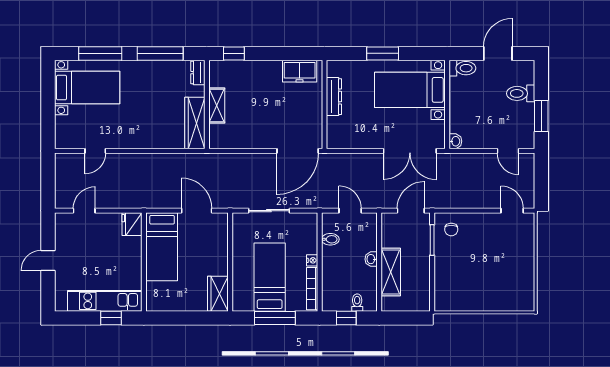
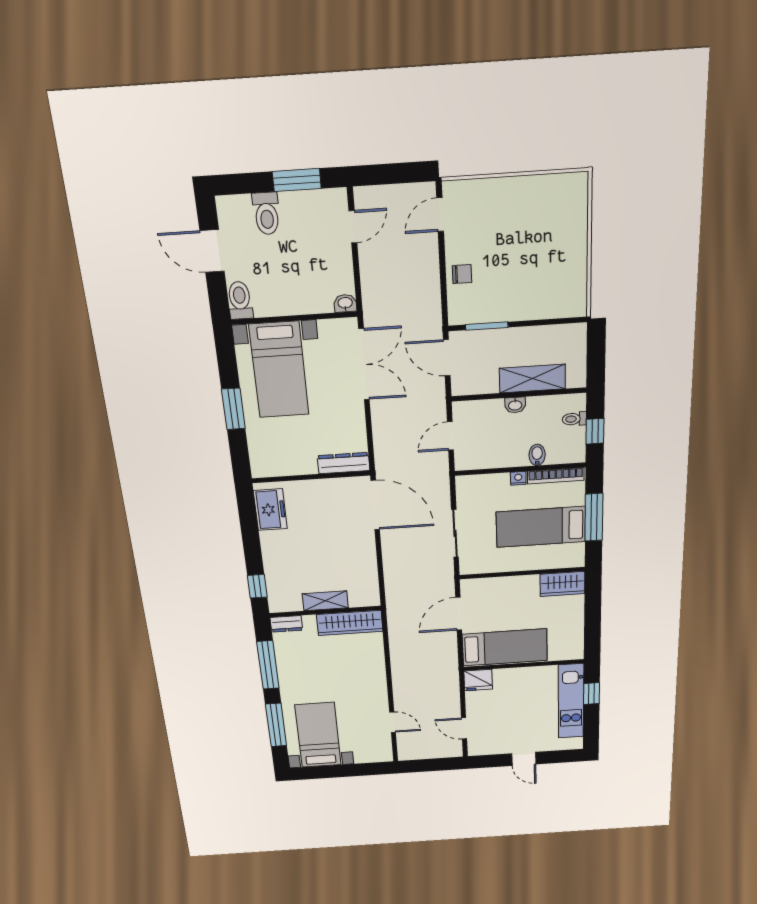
dresser: (334, 97) -> (344, 463), moved
chair: (451, 229) -> (462, 274), moved
bidet: (330, 239) -> (537, 455), moved

